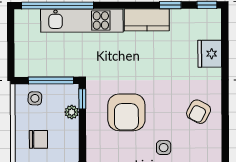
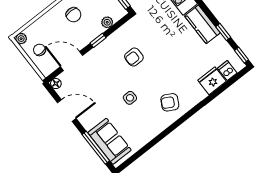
dishwasher: (211, 31) -> (227, 71), added
window: (82, 99) -> (98, 40), moved
armchair: (126, 112) -> (134, 57), width x0.53, depth x0.53

